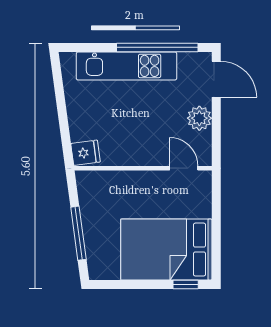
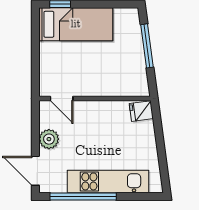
bed: (166, 250) -> (76, 24), width x0.67

